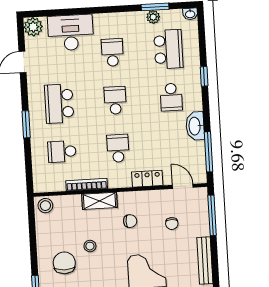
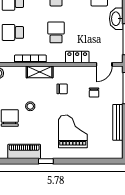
door: (183, 186) -> (104, 64), swing flipped

